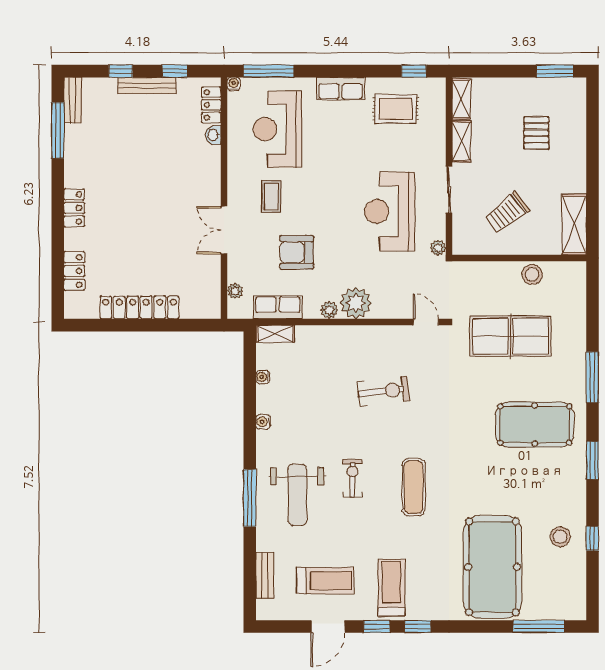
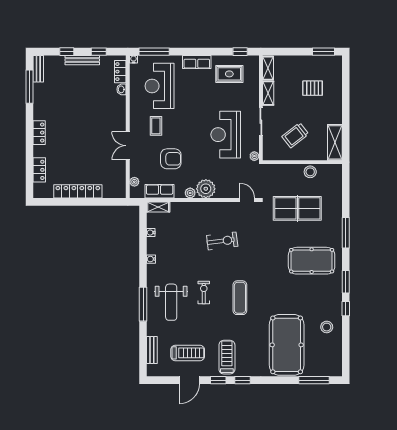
pallet: (536, 133) -> (313, 88), turned 90
armchair: (297, 252) -> (171, 159), turned 180
window: (592, 538) -> (346, 309), moved

